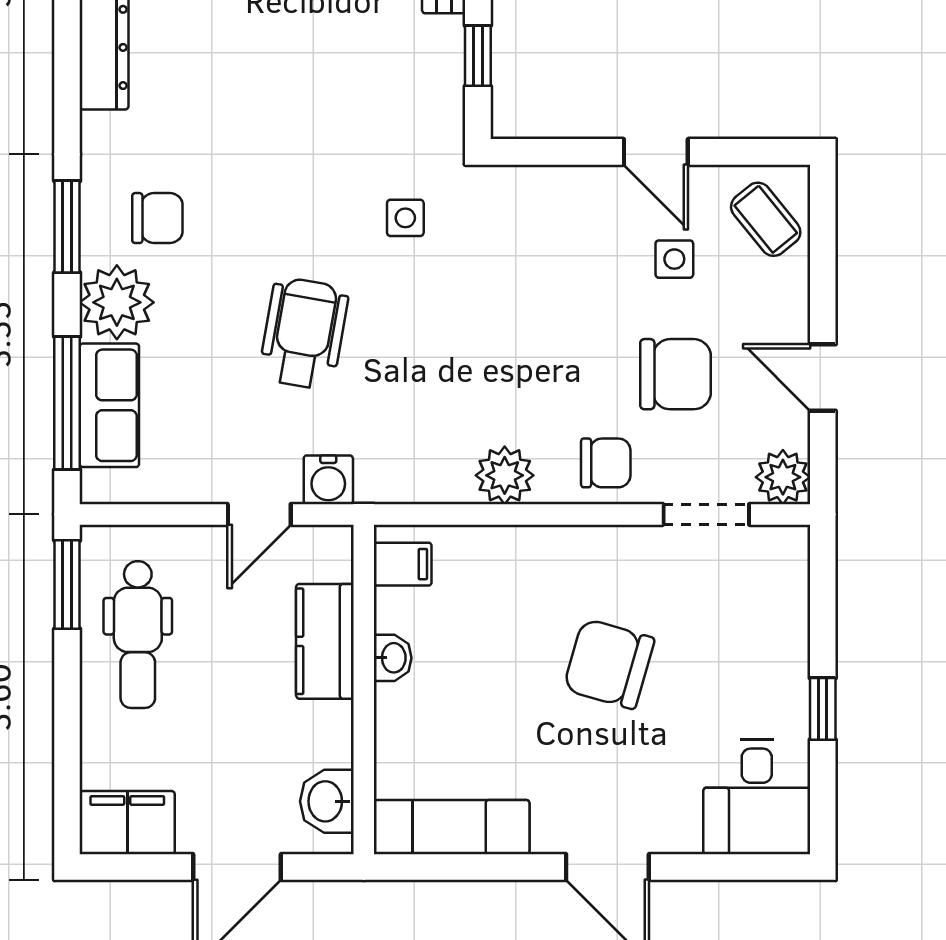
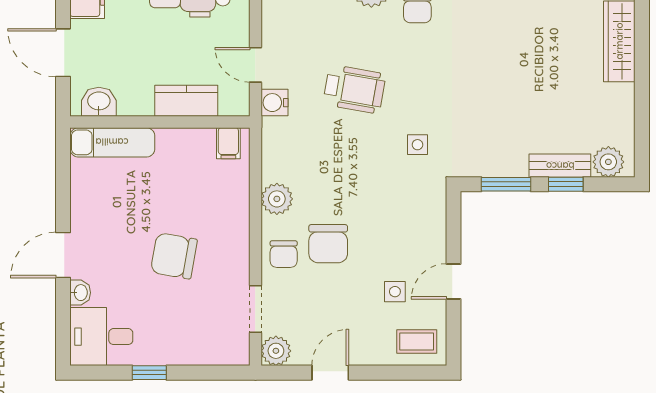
window: (478, 56) -> (506, 184), width x1.50
coffee table: (766, 219) -> (417, 341), turned 39
chair: (676, 374) -> (328, 244), moved
washbasin: (393, 658) -> (80, 293), moved, turned -90
chair: (609, 664) -> (174, 256), turned -96
exam couch: (452, 827) -> (112, 142), moved, turned 90

